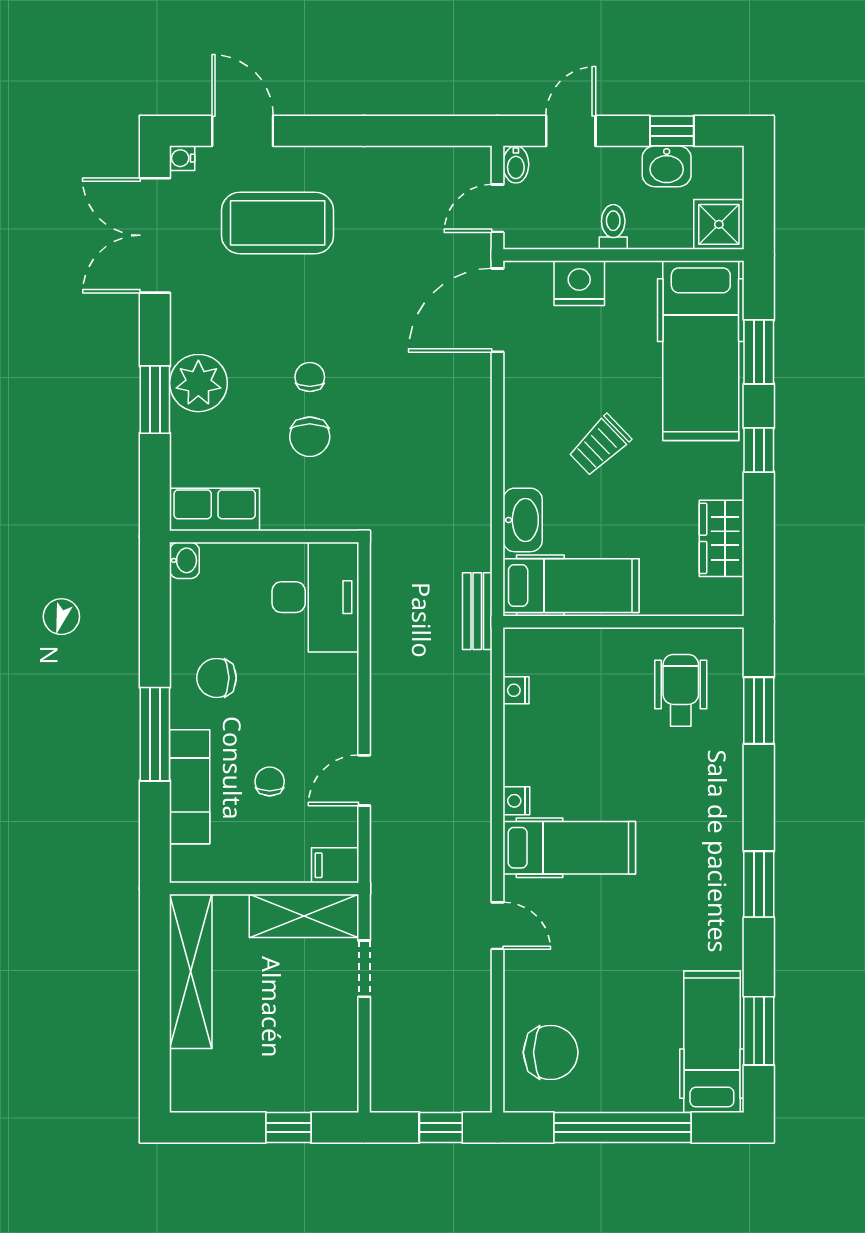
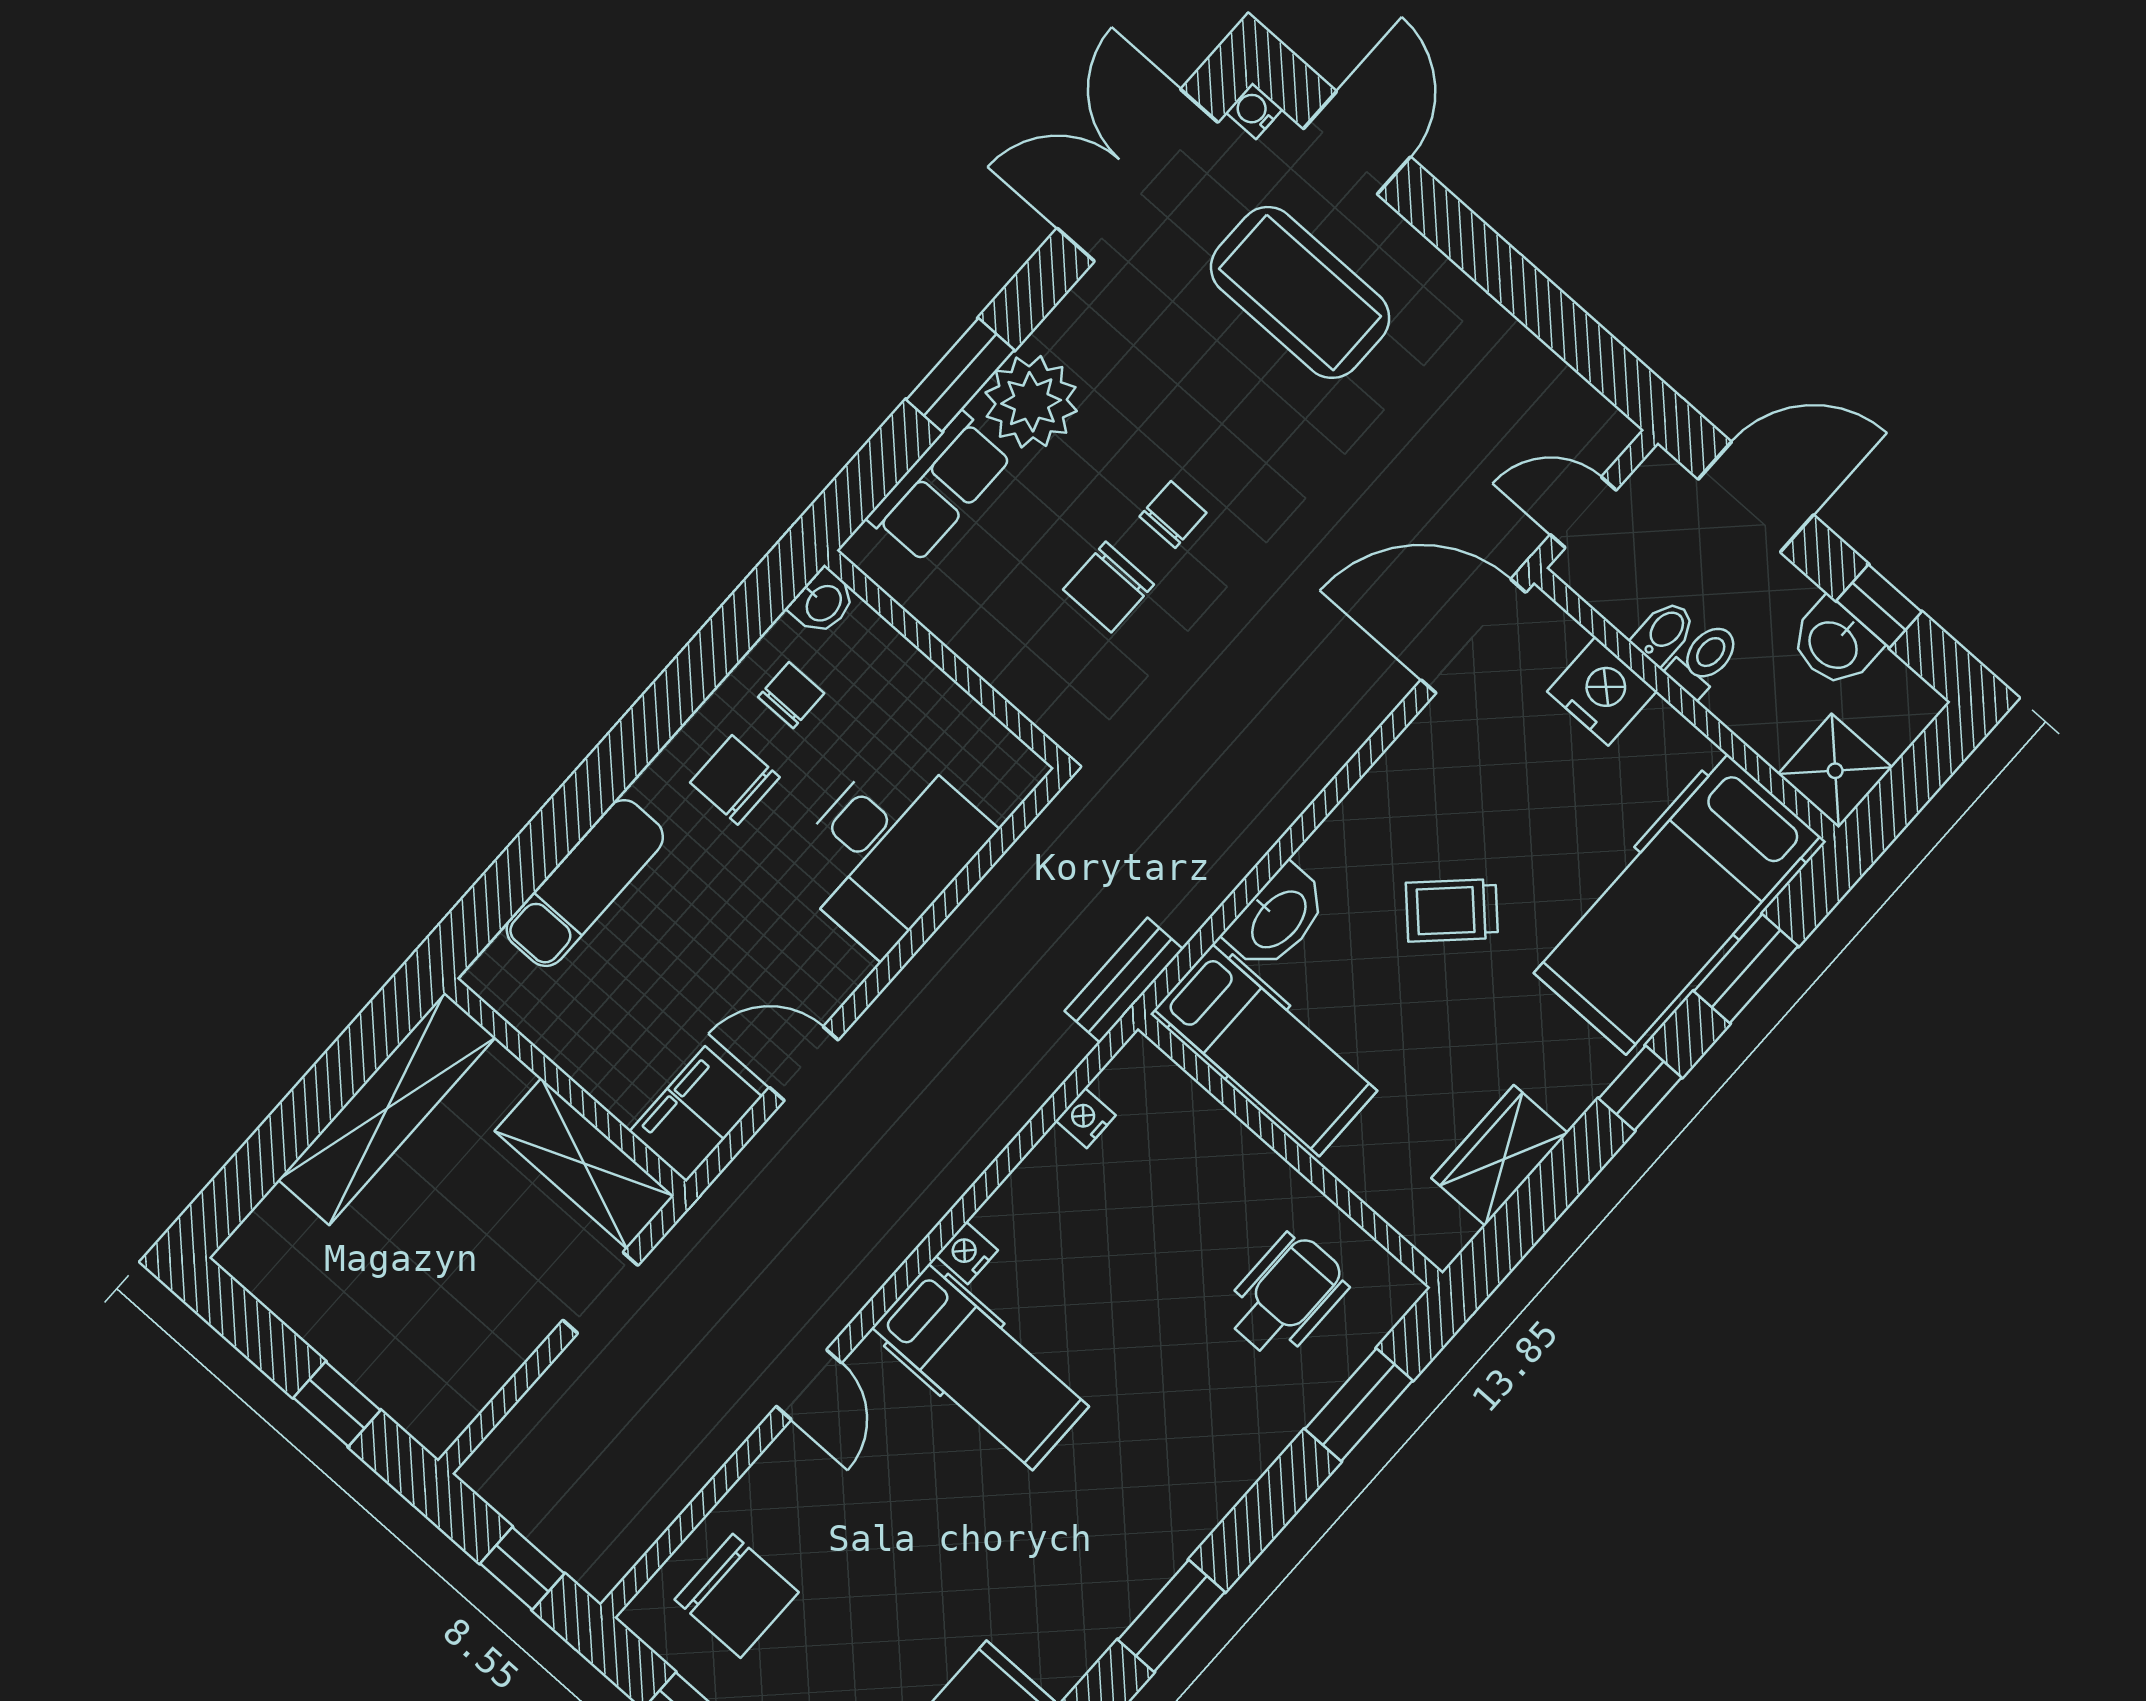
door: (571, 131) -> (1756, 497), width x1.38
bidet: (516, 164) -> (1664, 632), moved, turned 180
row of seats: (215, 510) -> (940, 487), moved, turned 90
desk: (315, 597) -> (888, 849), moved
window: (155, 734) -> (599, 781), removed
chair: (270, 781) -> (791, 695), moved
filing cabinet: (335, 865) -> (696, 1114), width x2.00

